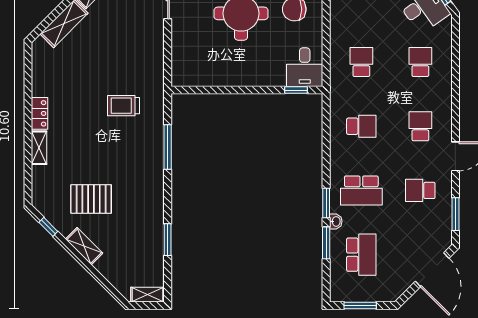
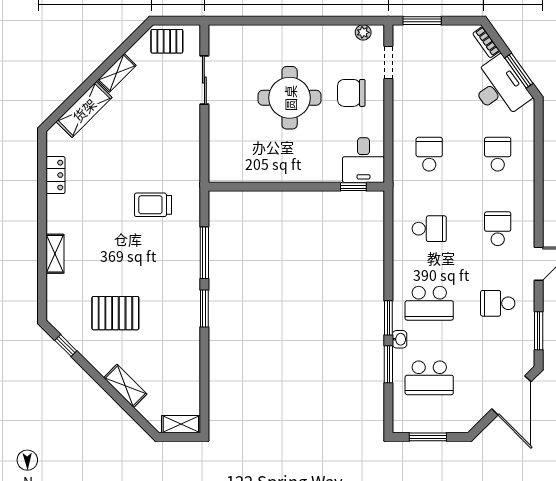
locker: (40, 113) -> (56, 175), moved
window: (168, 240) -> (204, 309), moved
shelving: (84, 246) -> (125, 386), moved
school desk: (361, 255) -> (429, 378), turned 90

